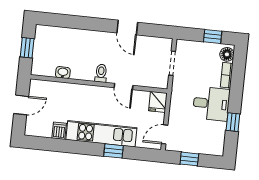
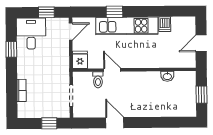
window: (213, 37) -> (49, 123), moved
floor lamp: (227, 54) -> (24, 109), removed
toilet: (101, 73) -> (98, 80), moved
desk: (211, 104) -> (31, 33), moved, turned 90

